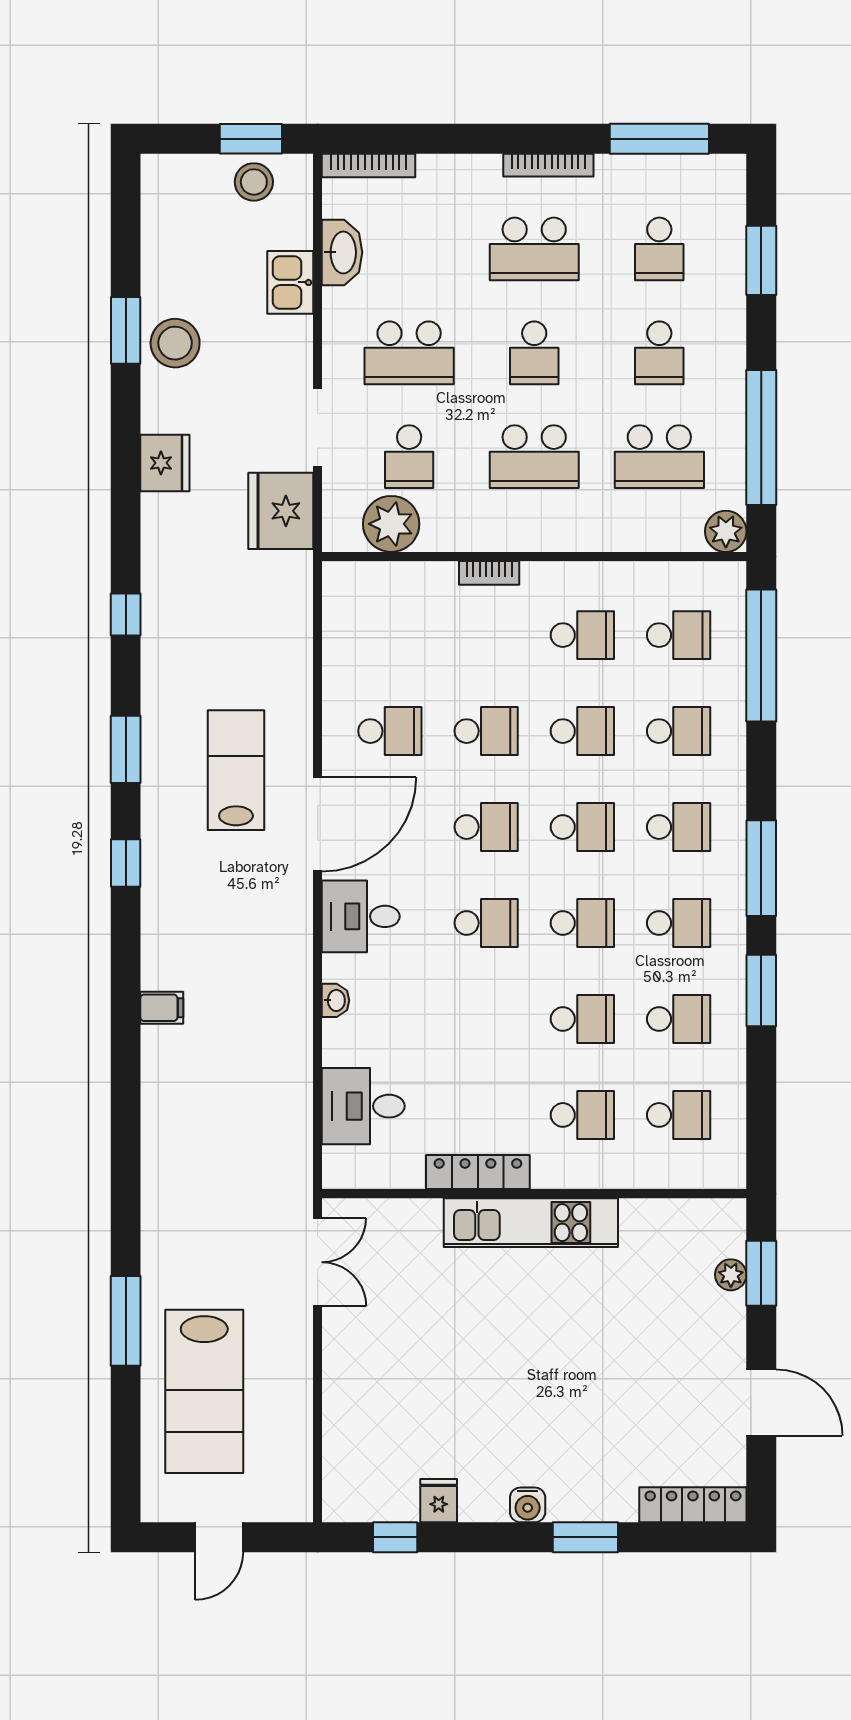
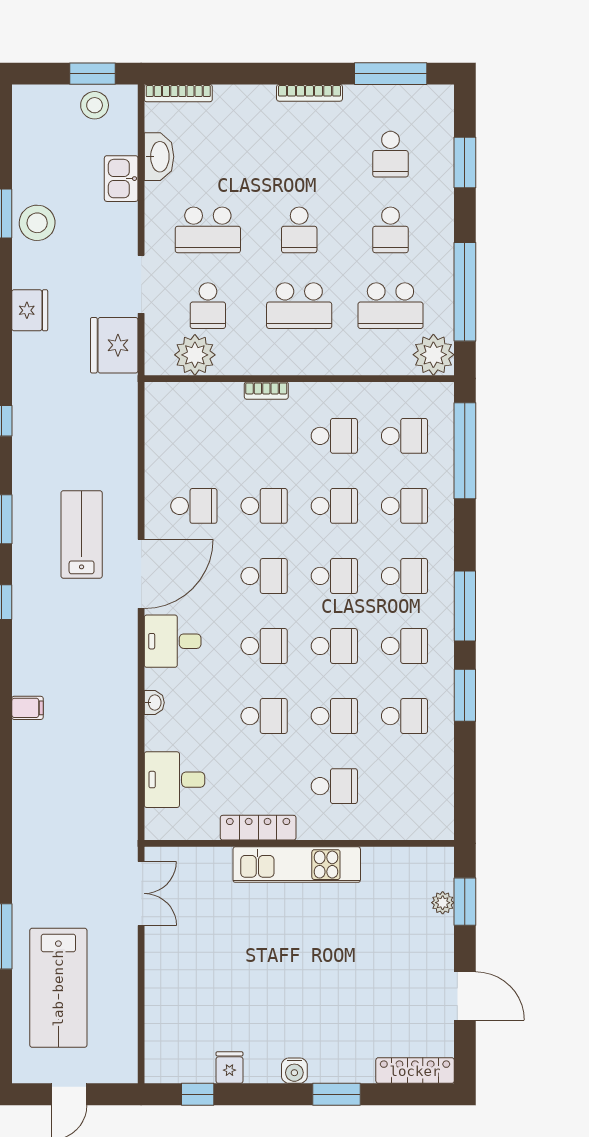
school desk: (534, 249) -> (299, 154), removed
plant: (726, 531) -> (433, 355), width x1.36, depth x1.36
school desk: (679, 1115) -> (264, 716), moved

